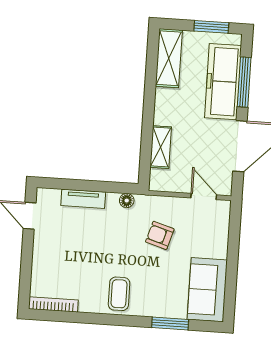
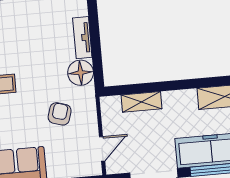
floor lamp: (127, 201) -> (81, 73), width x1.89, depth x1.89

